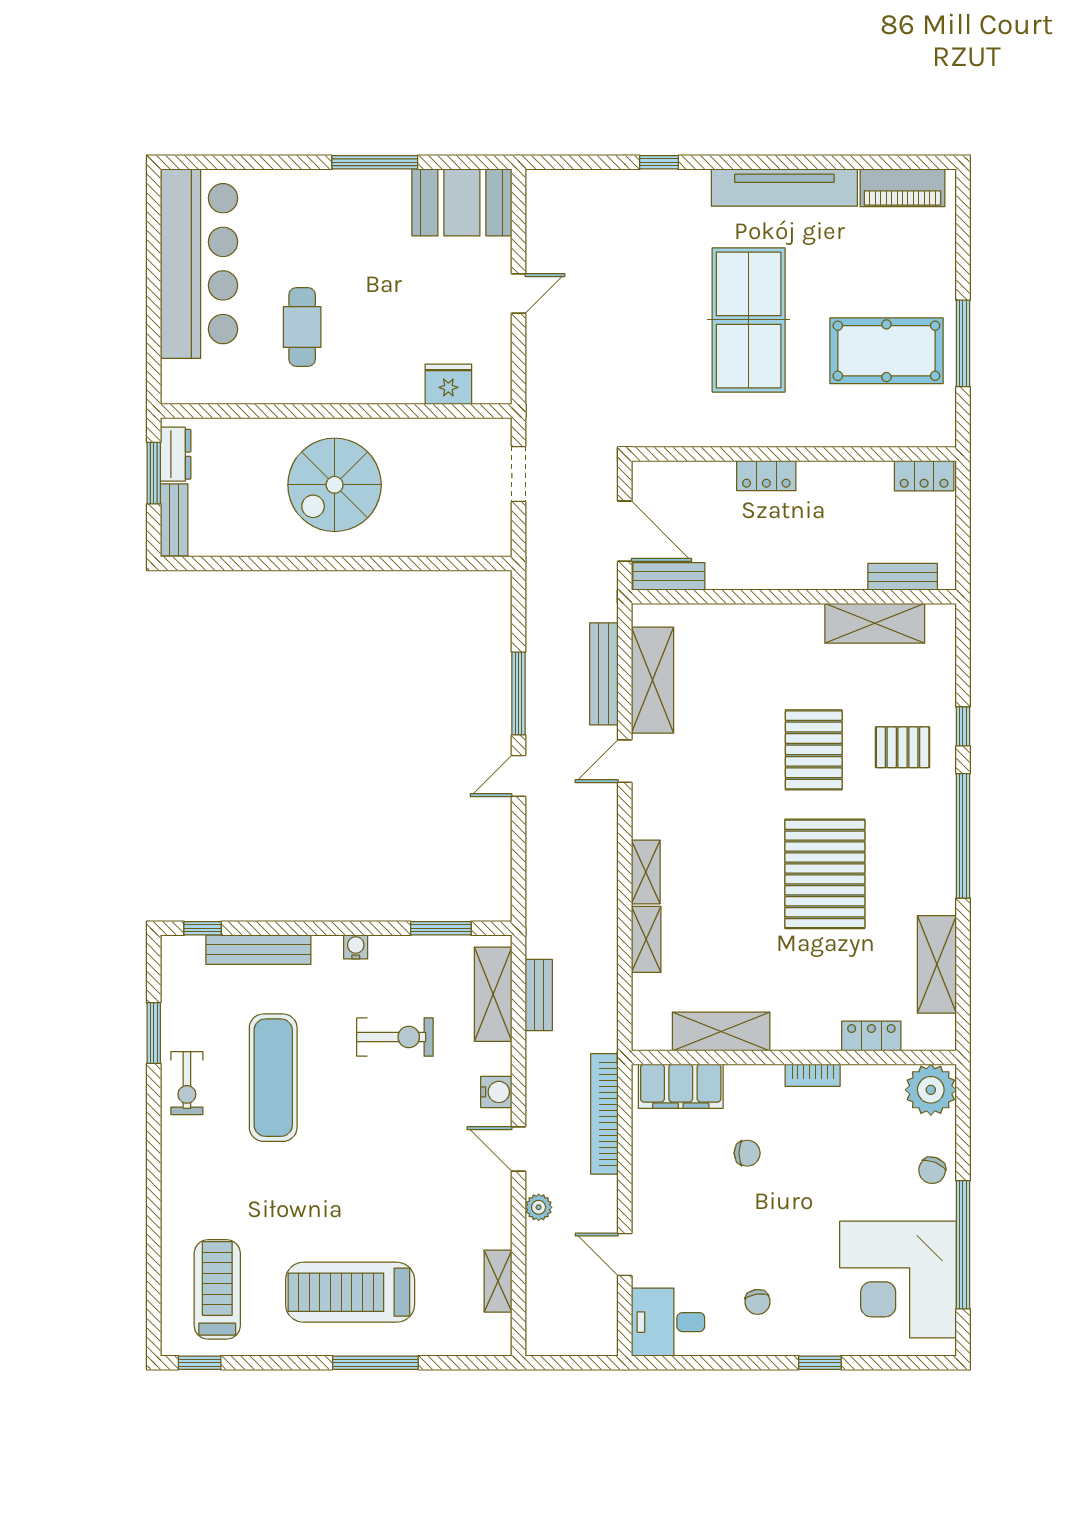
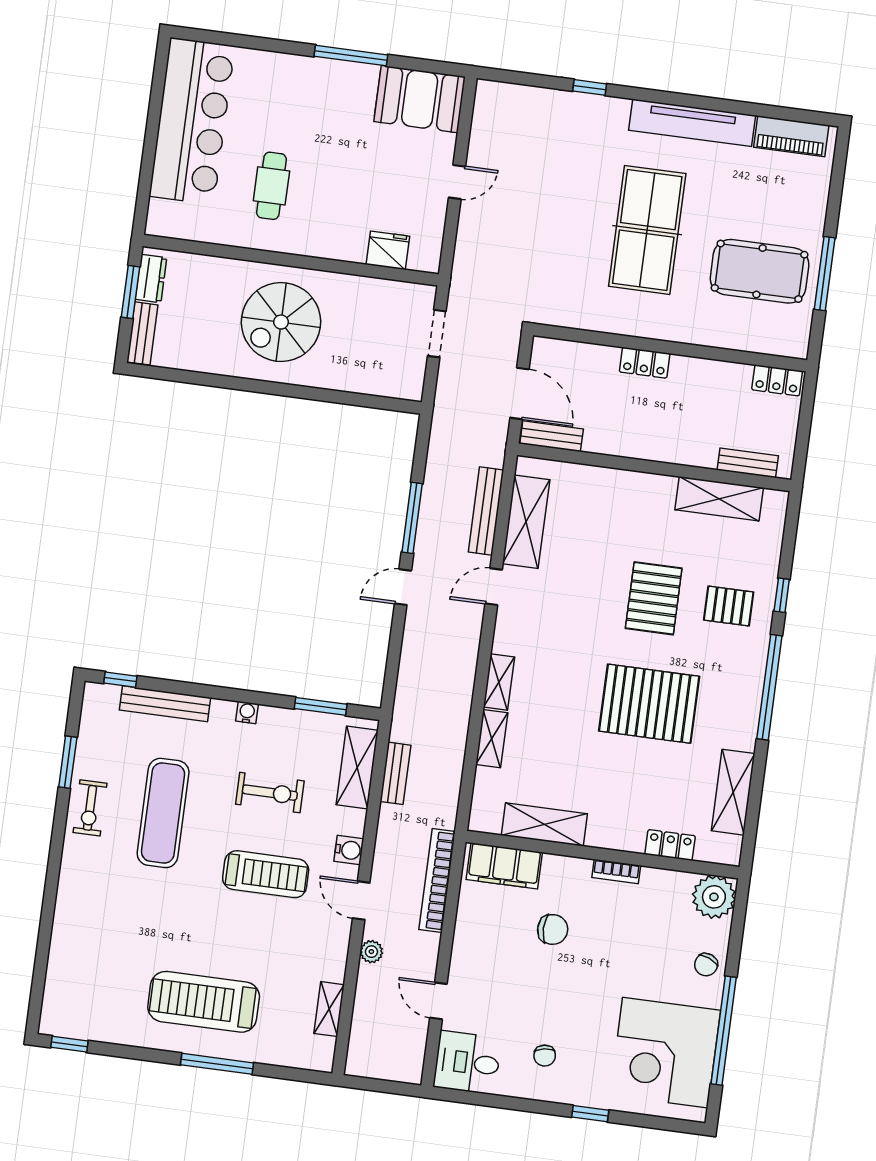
pallet: (825, 874) -> (649, 704), turned 90
chair: (747, 1153) -> (553, 929), width x1.37, depth x1.37
treadmill: (217, 1289) -> (266, 874), moved, turned 90

